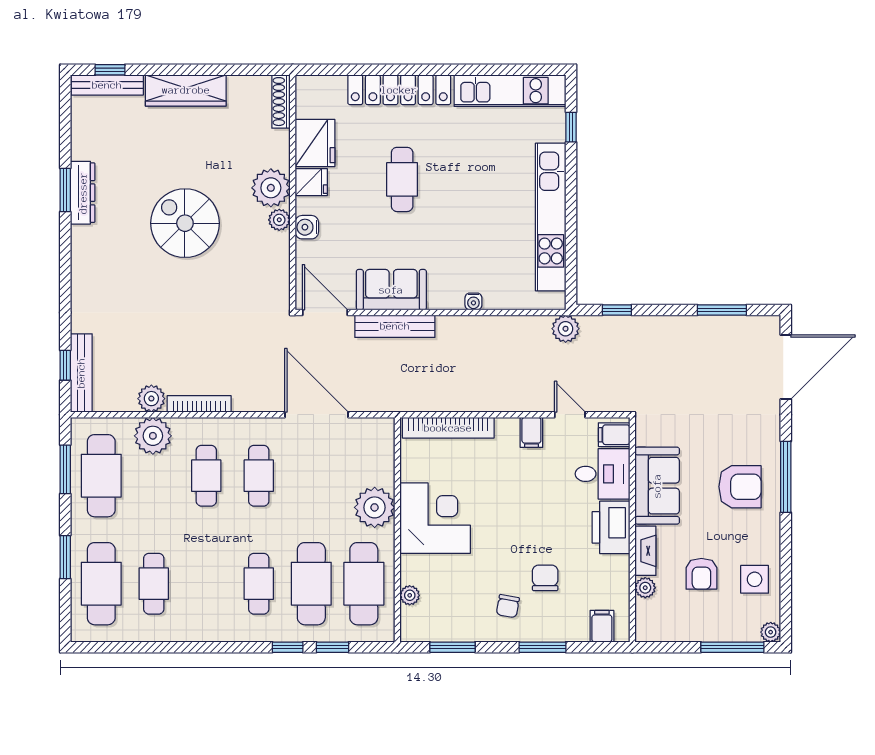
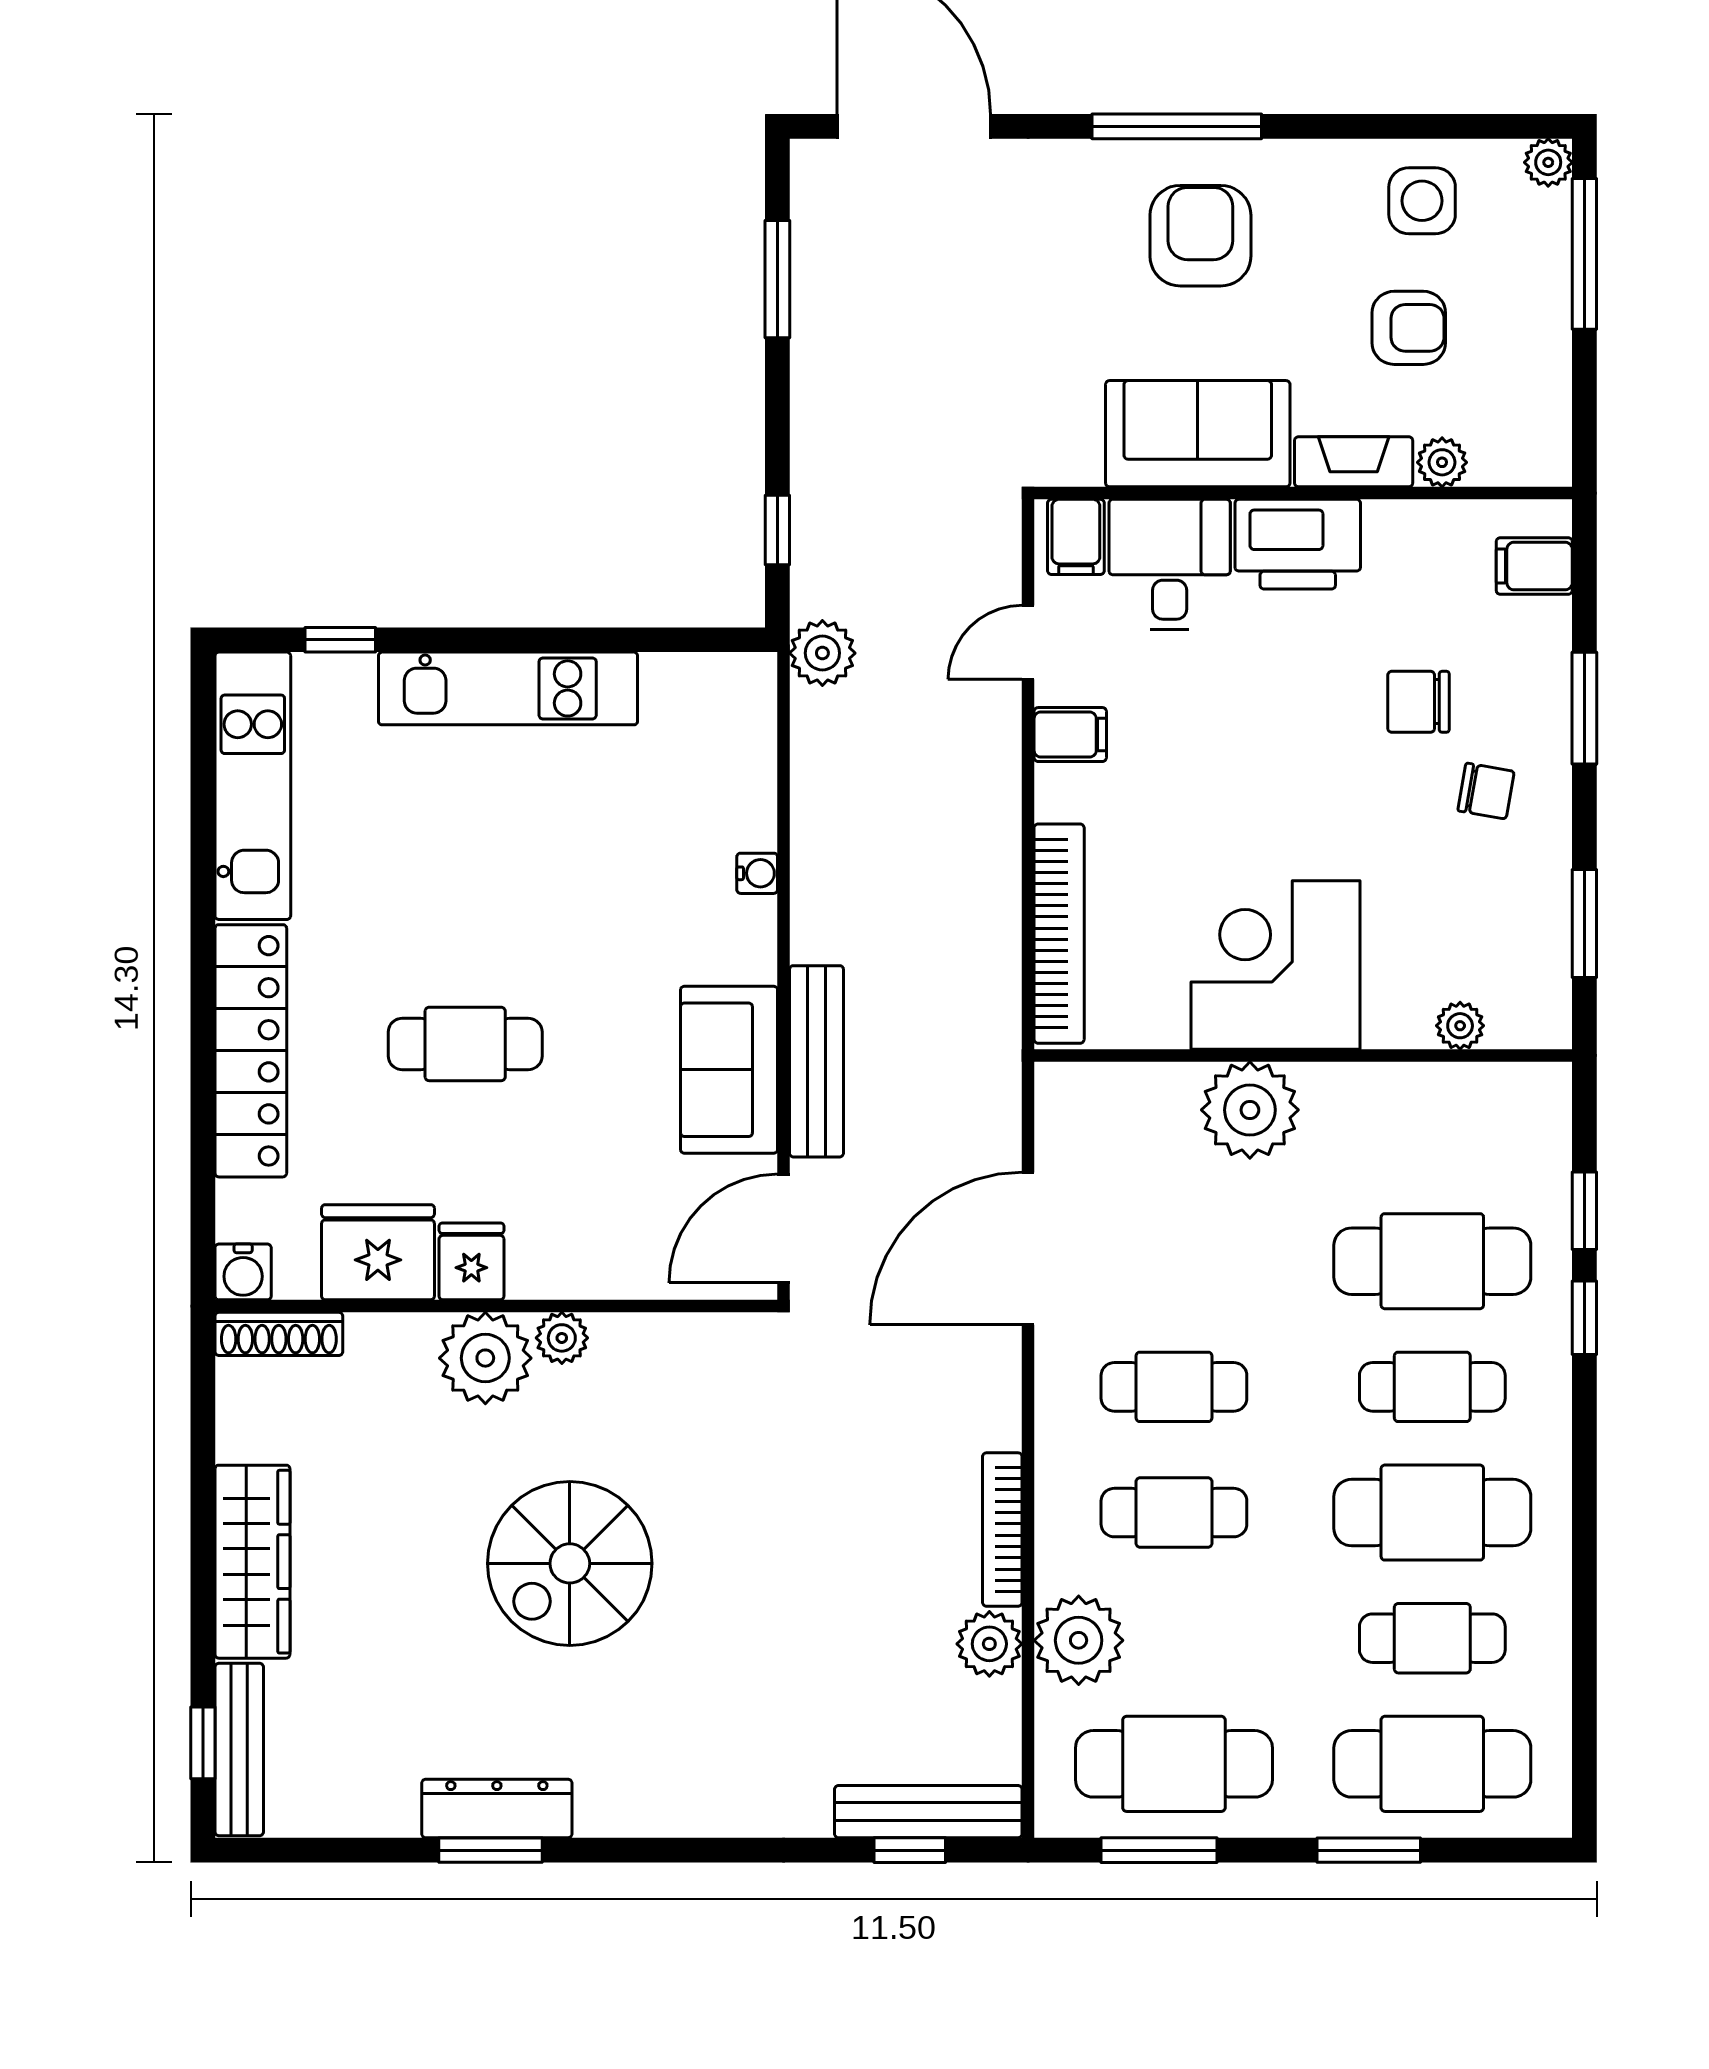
kitchen unit: (551, 217) -> (508, 688), width x0.73
water cooler: (307, 227) -> (243, 1272), moved
cafe table: (364, 584) -> (1432, 1513), moved

